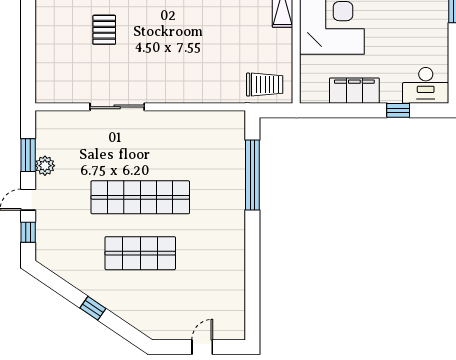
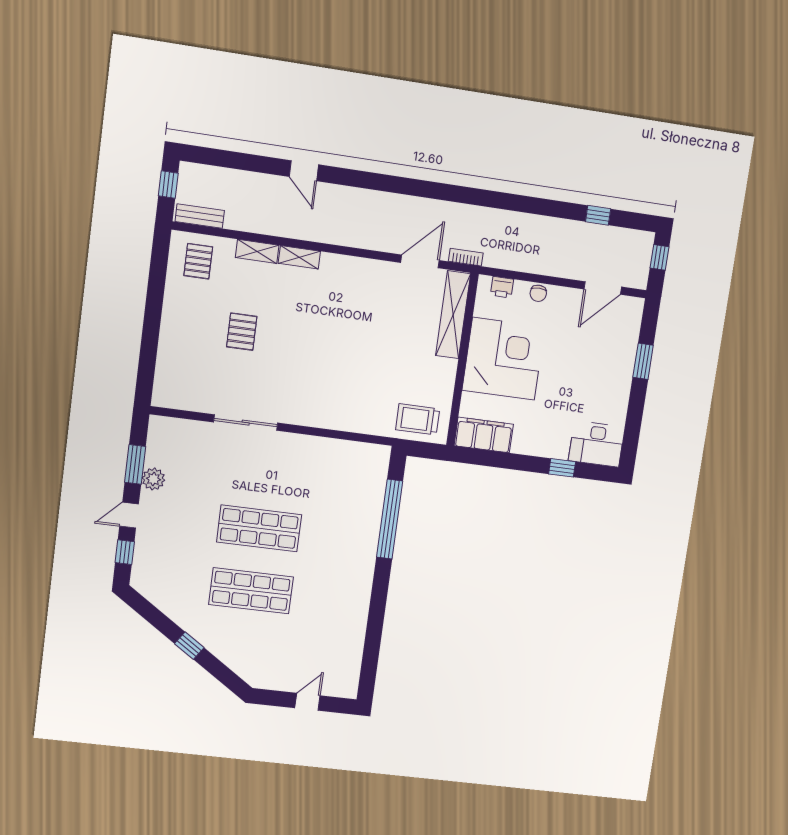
trolley: (265, 85) -> (418, 419), turned 180
filing cabinet: (354, 91) -> (484, 435), moved
shop shelf: (140, 197) -> (259, 528), width x0.71

